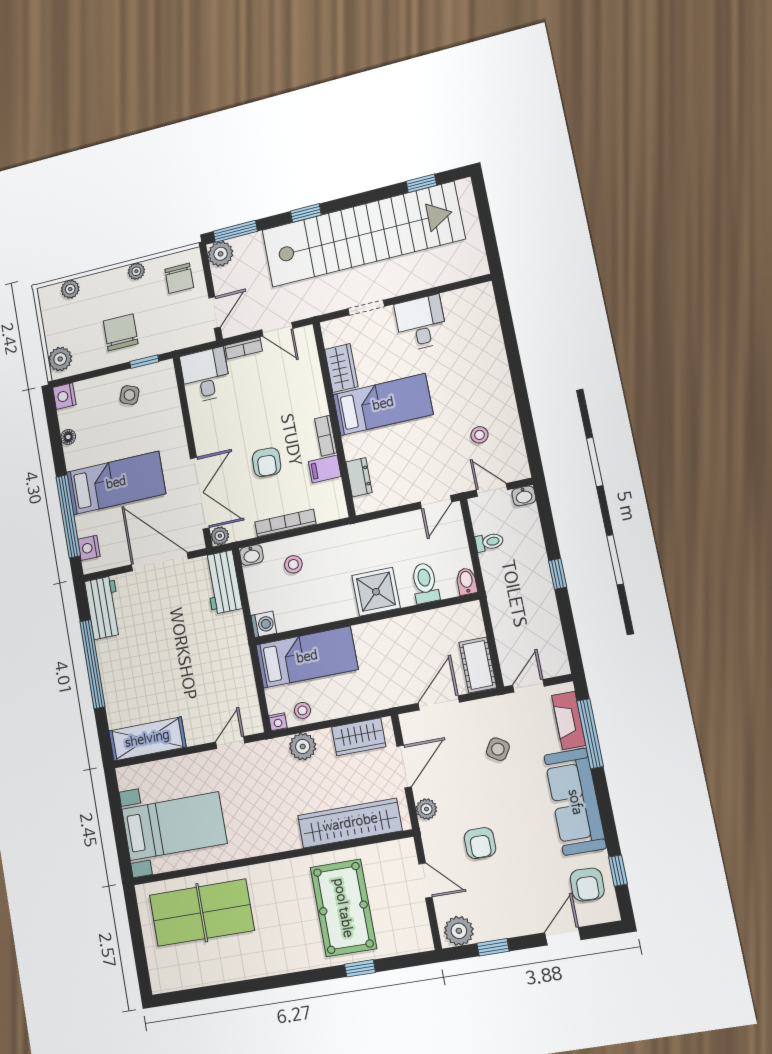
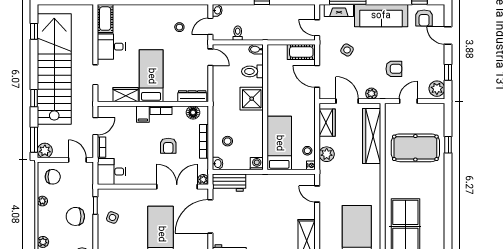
cot: (469, 300) -> (105, 19), added
armchair: (267, 462) -> (168, 146), turned 87
filing cabinet: (325, 469) -> (143, 114), moved
dresser: (359, 477) -> (192, 96), width x1.44
floor lamp: (332, 493) -> (193, 113), added
armchair: (587, 885) -> (424, 18), turned 88

